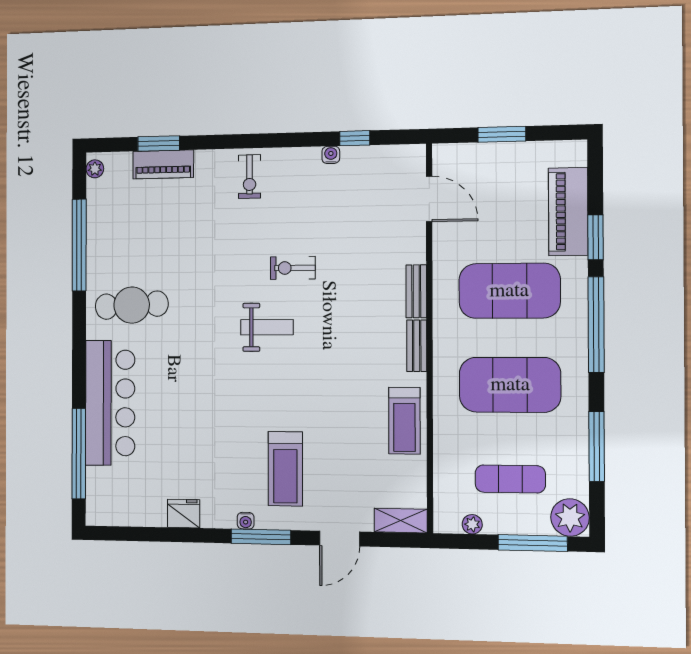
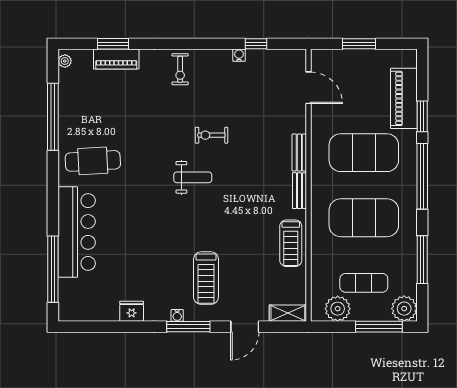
plant: (472, 524) -> (338, 309), width x1.87, depth x1.87

